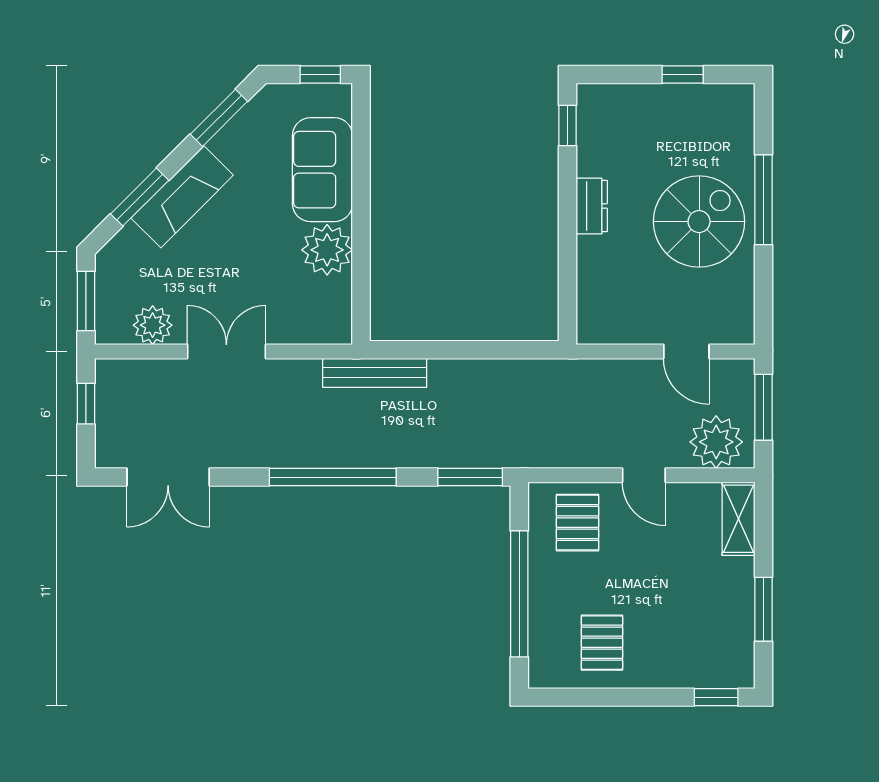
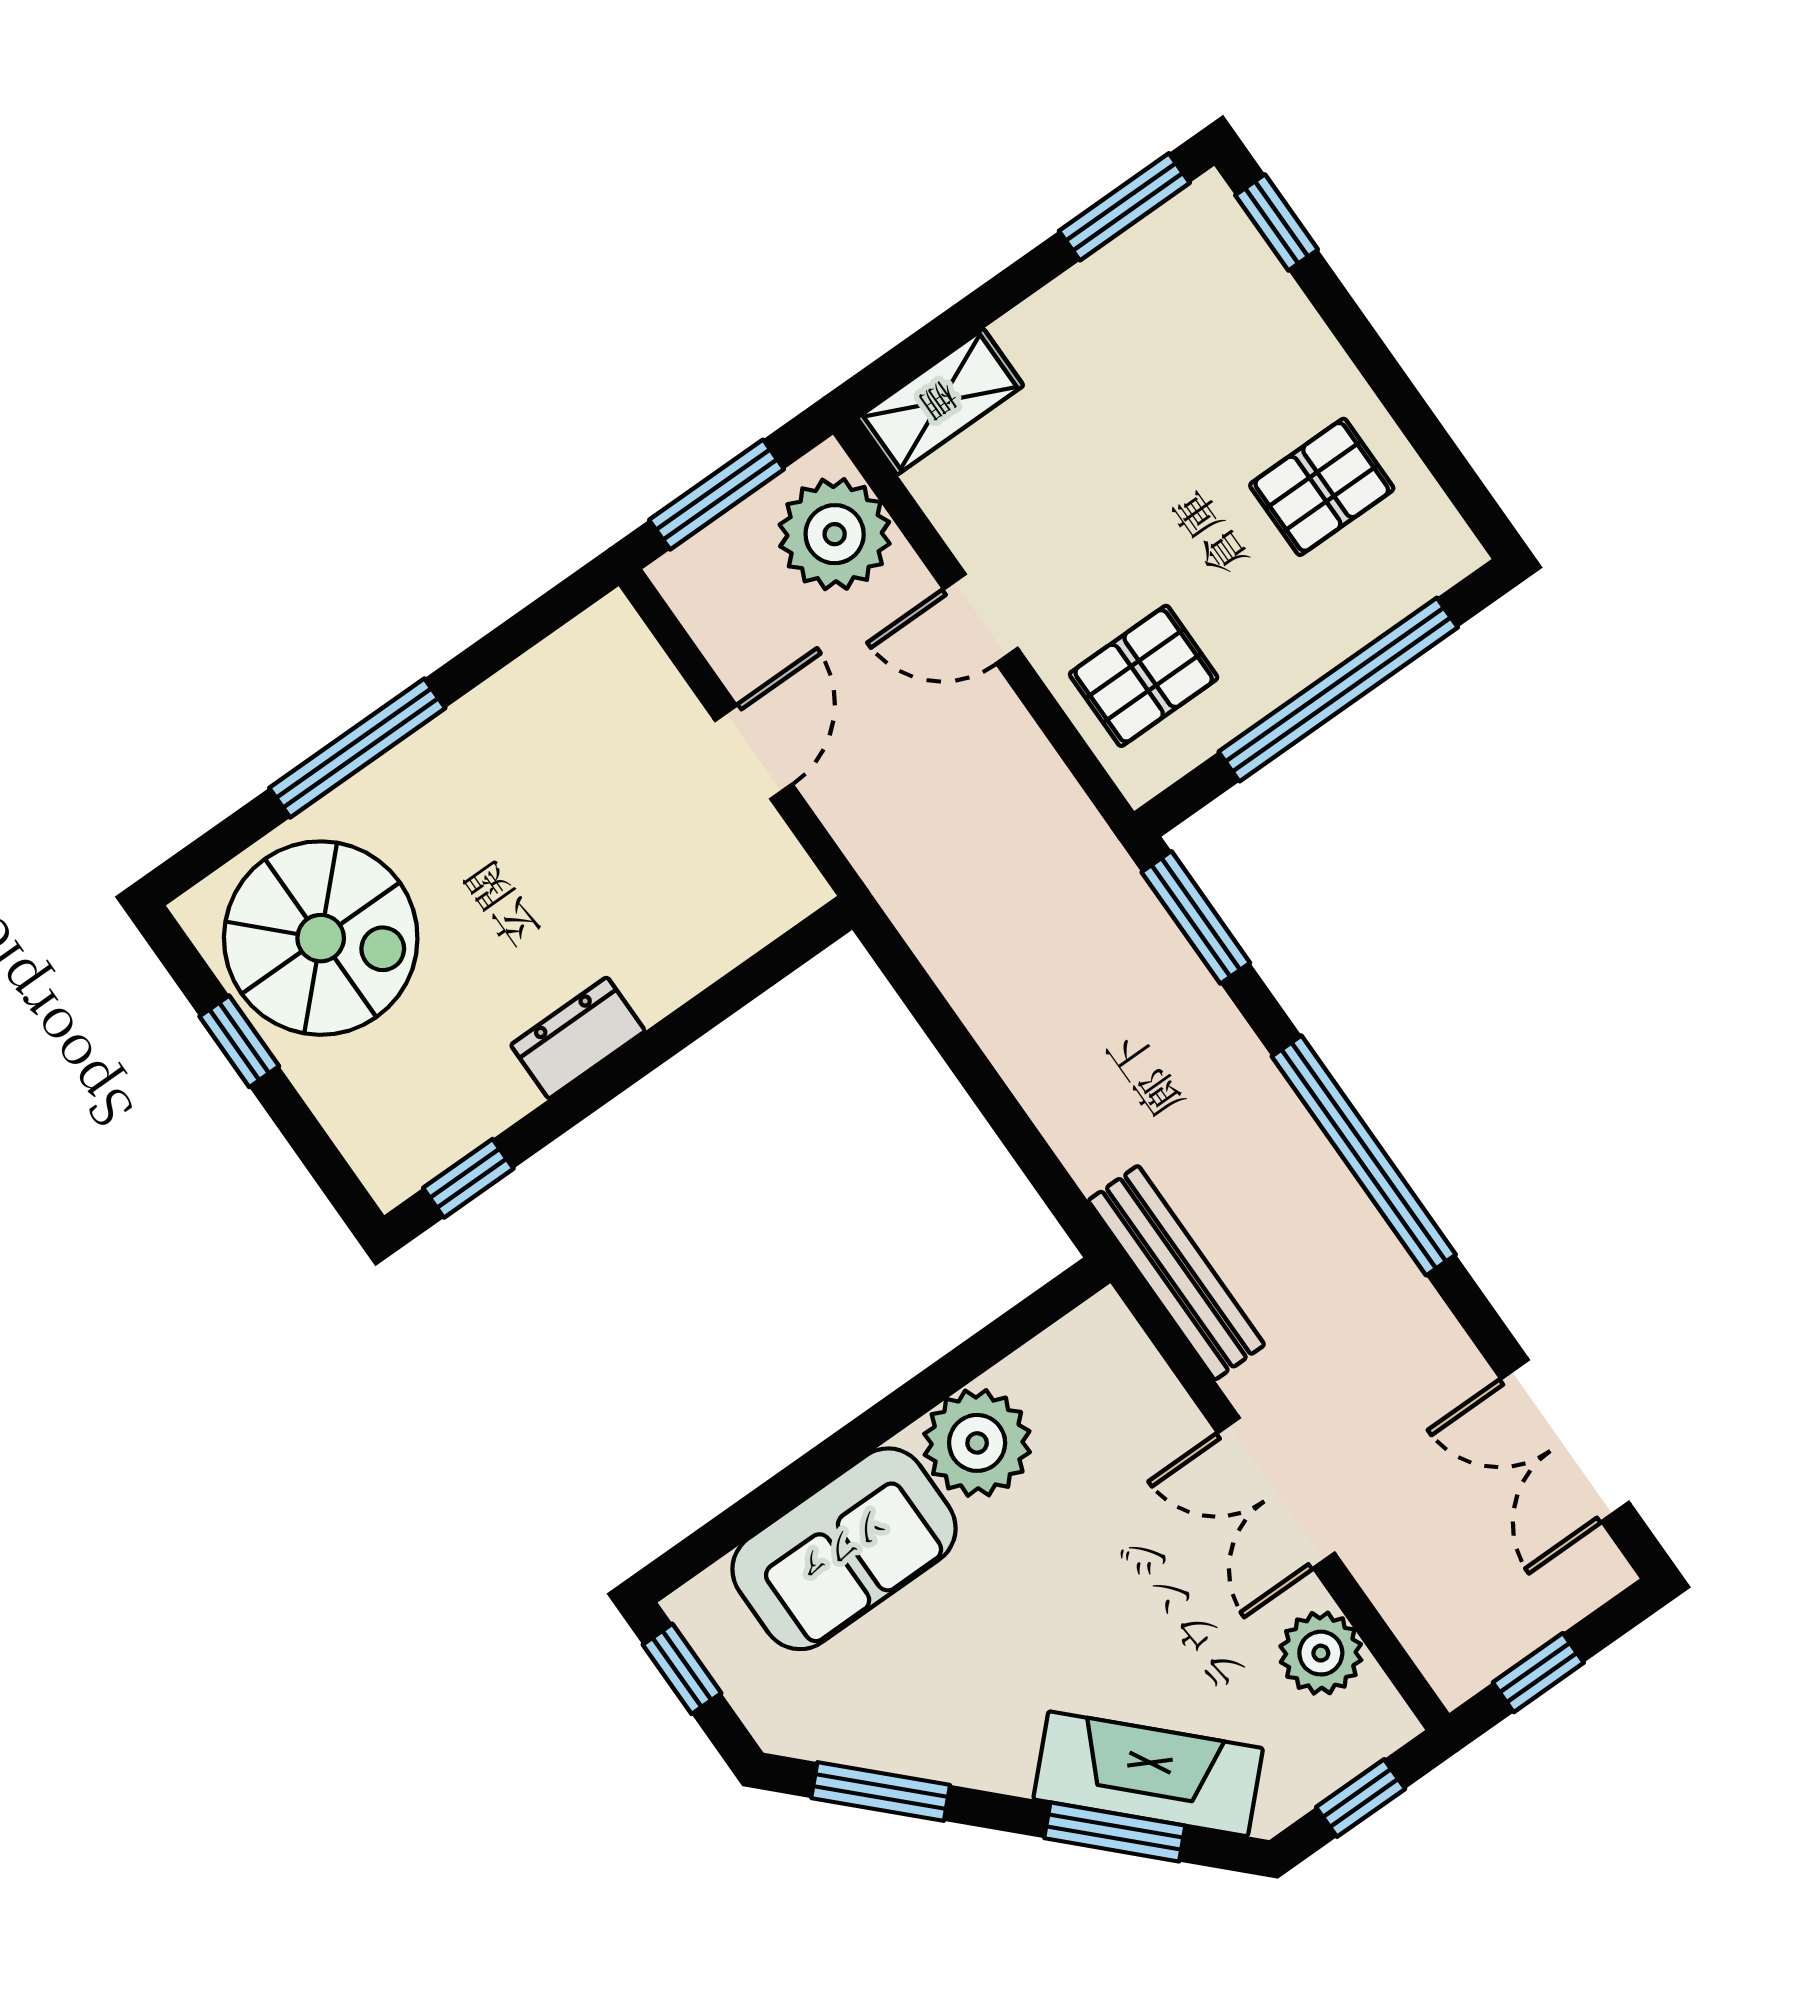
fireplace: (182, 197) -> (1148, 1774), moved
spiral stairs: (699, 222) -> (321, 938), moved, turned 180
window: (86, 301) -> (1361, 1798), width x0.67
door: (686, 351) -> (754, 752), moved
bench: (375, 373) -> (1176, 1273), moved
door: (644, 475) -> (981, 619), swing flipped
double door: (168, 477) -> (1565, 1441), swing flipped
window: (764, 609) -> (1124, 207), moved

